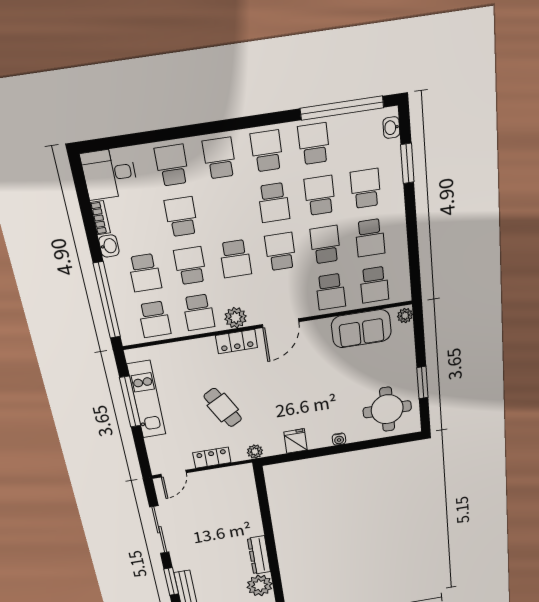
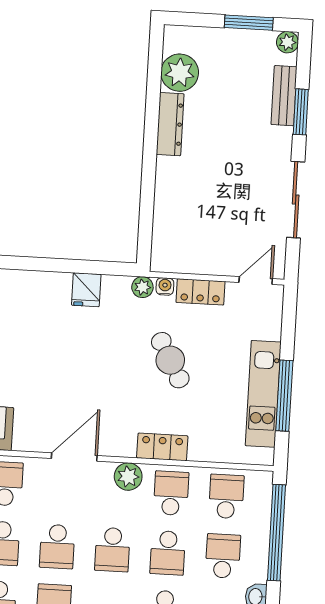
school desk: (235, 259) -> (112, 550), turned 180
locker: (237, 342) -> (162, 447), moved
water cooler: (339, 439) -> (165, 286), moved

